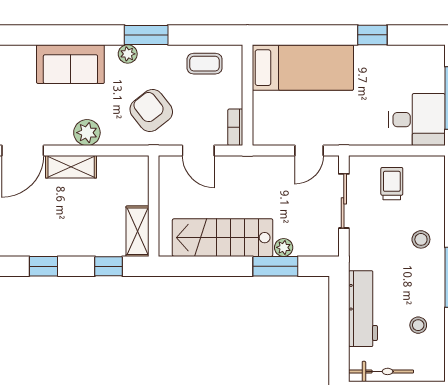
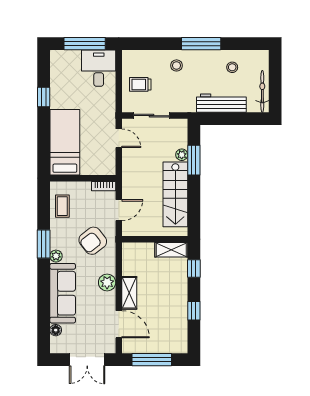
floor lamp: (14, 53) -> (56, 330), added
sofa: (70, 64) -> (63, 293), width x1.36

